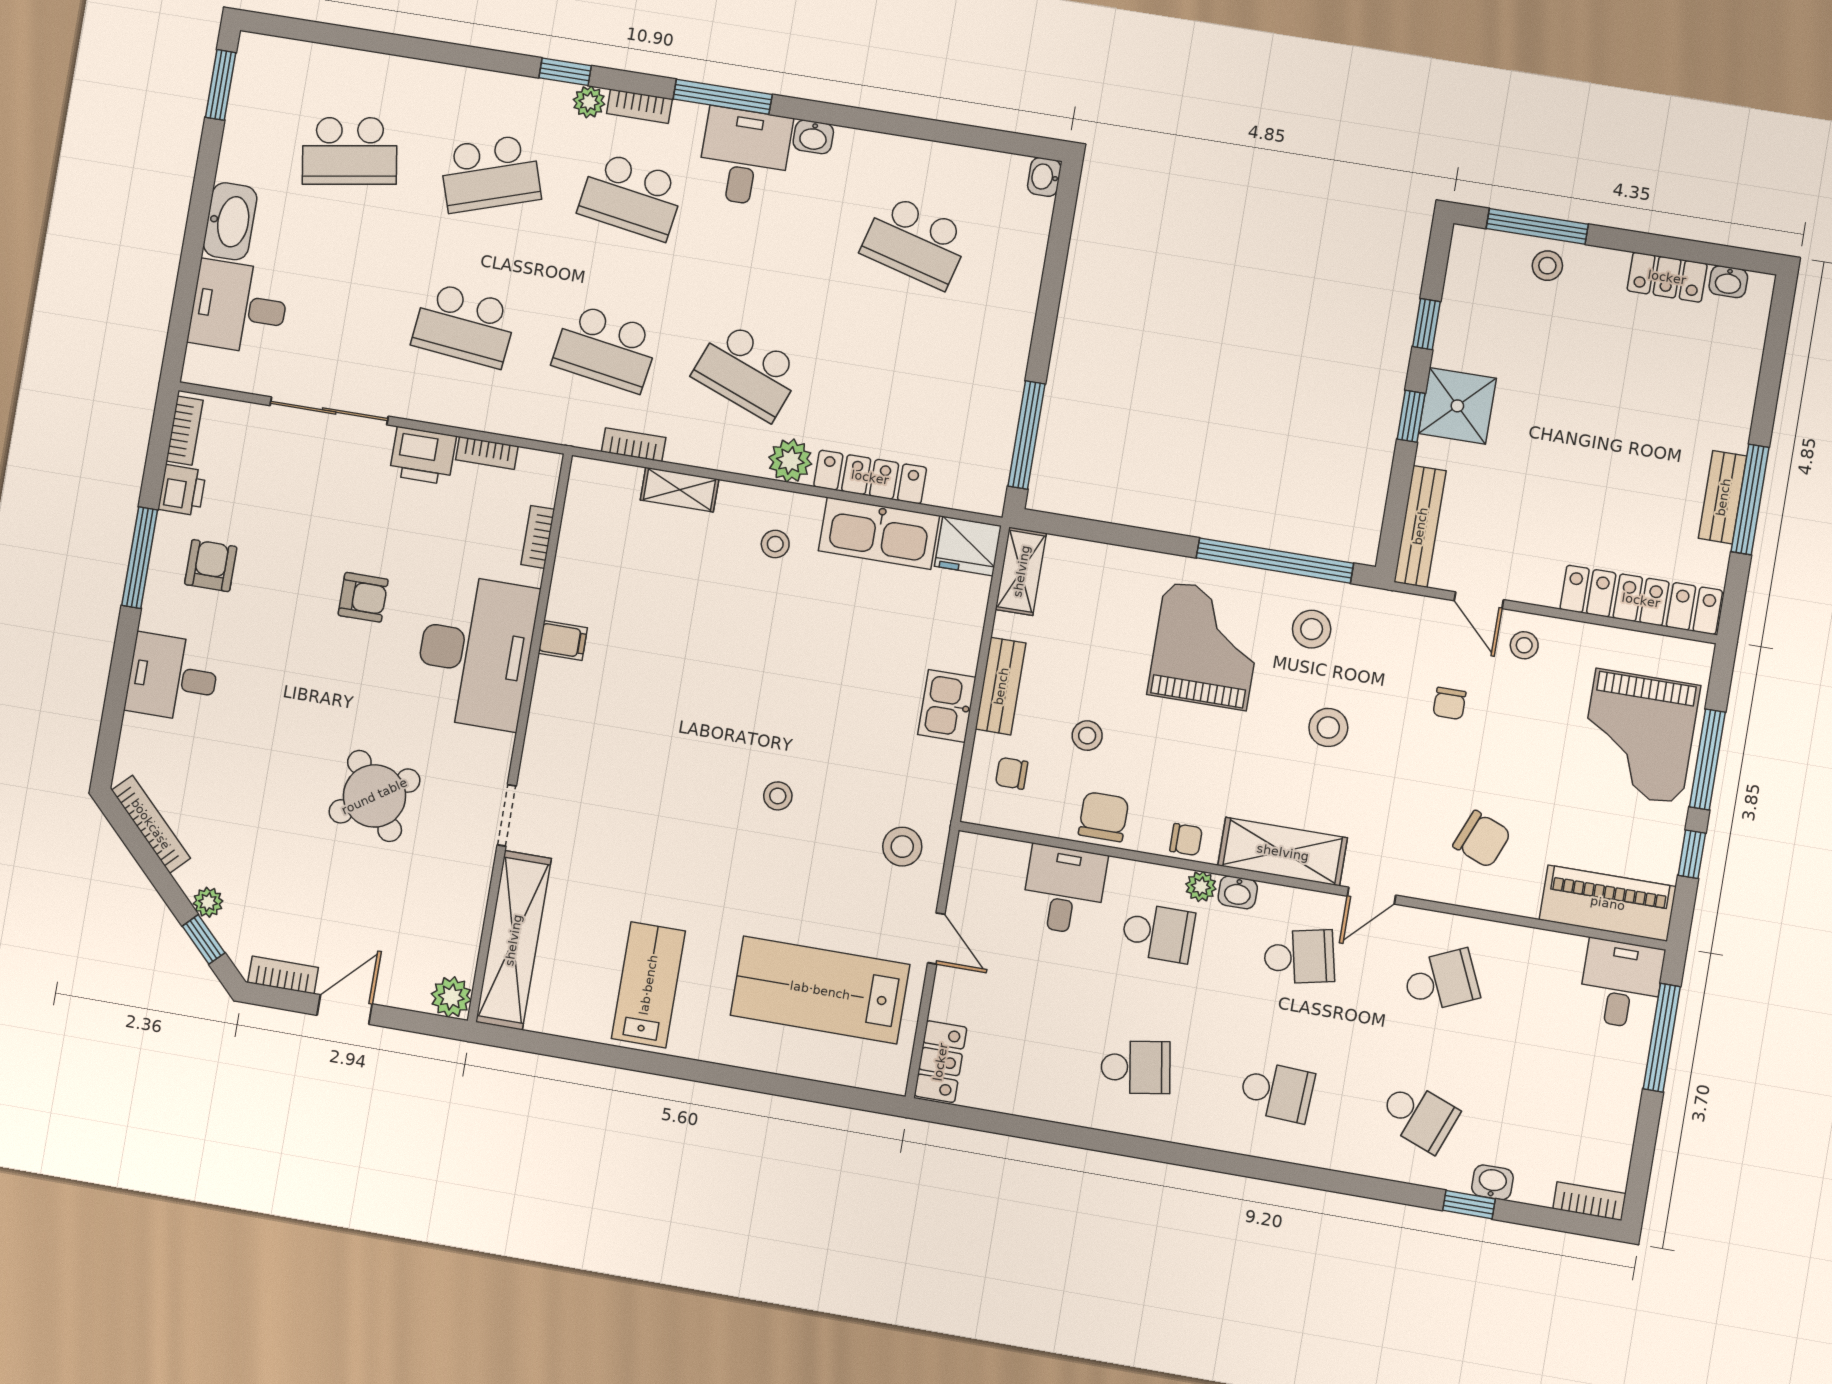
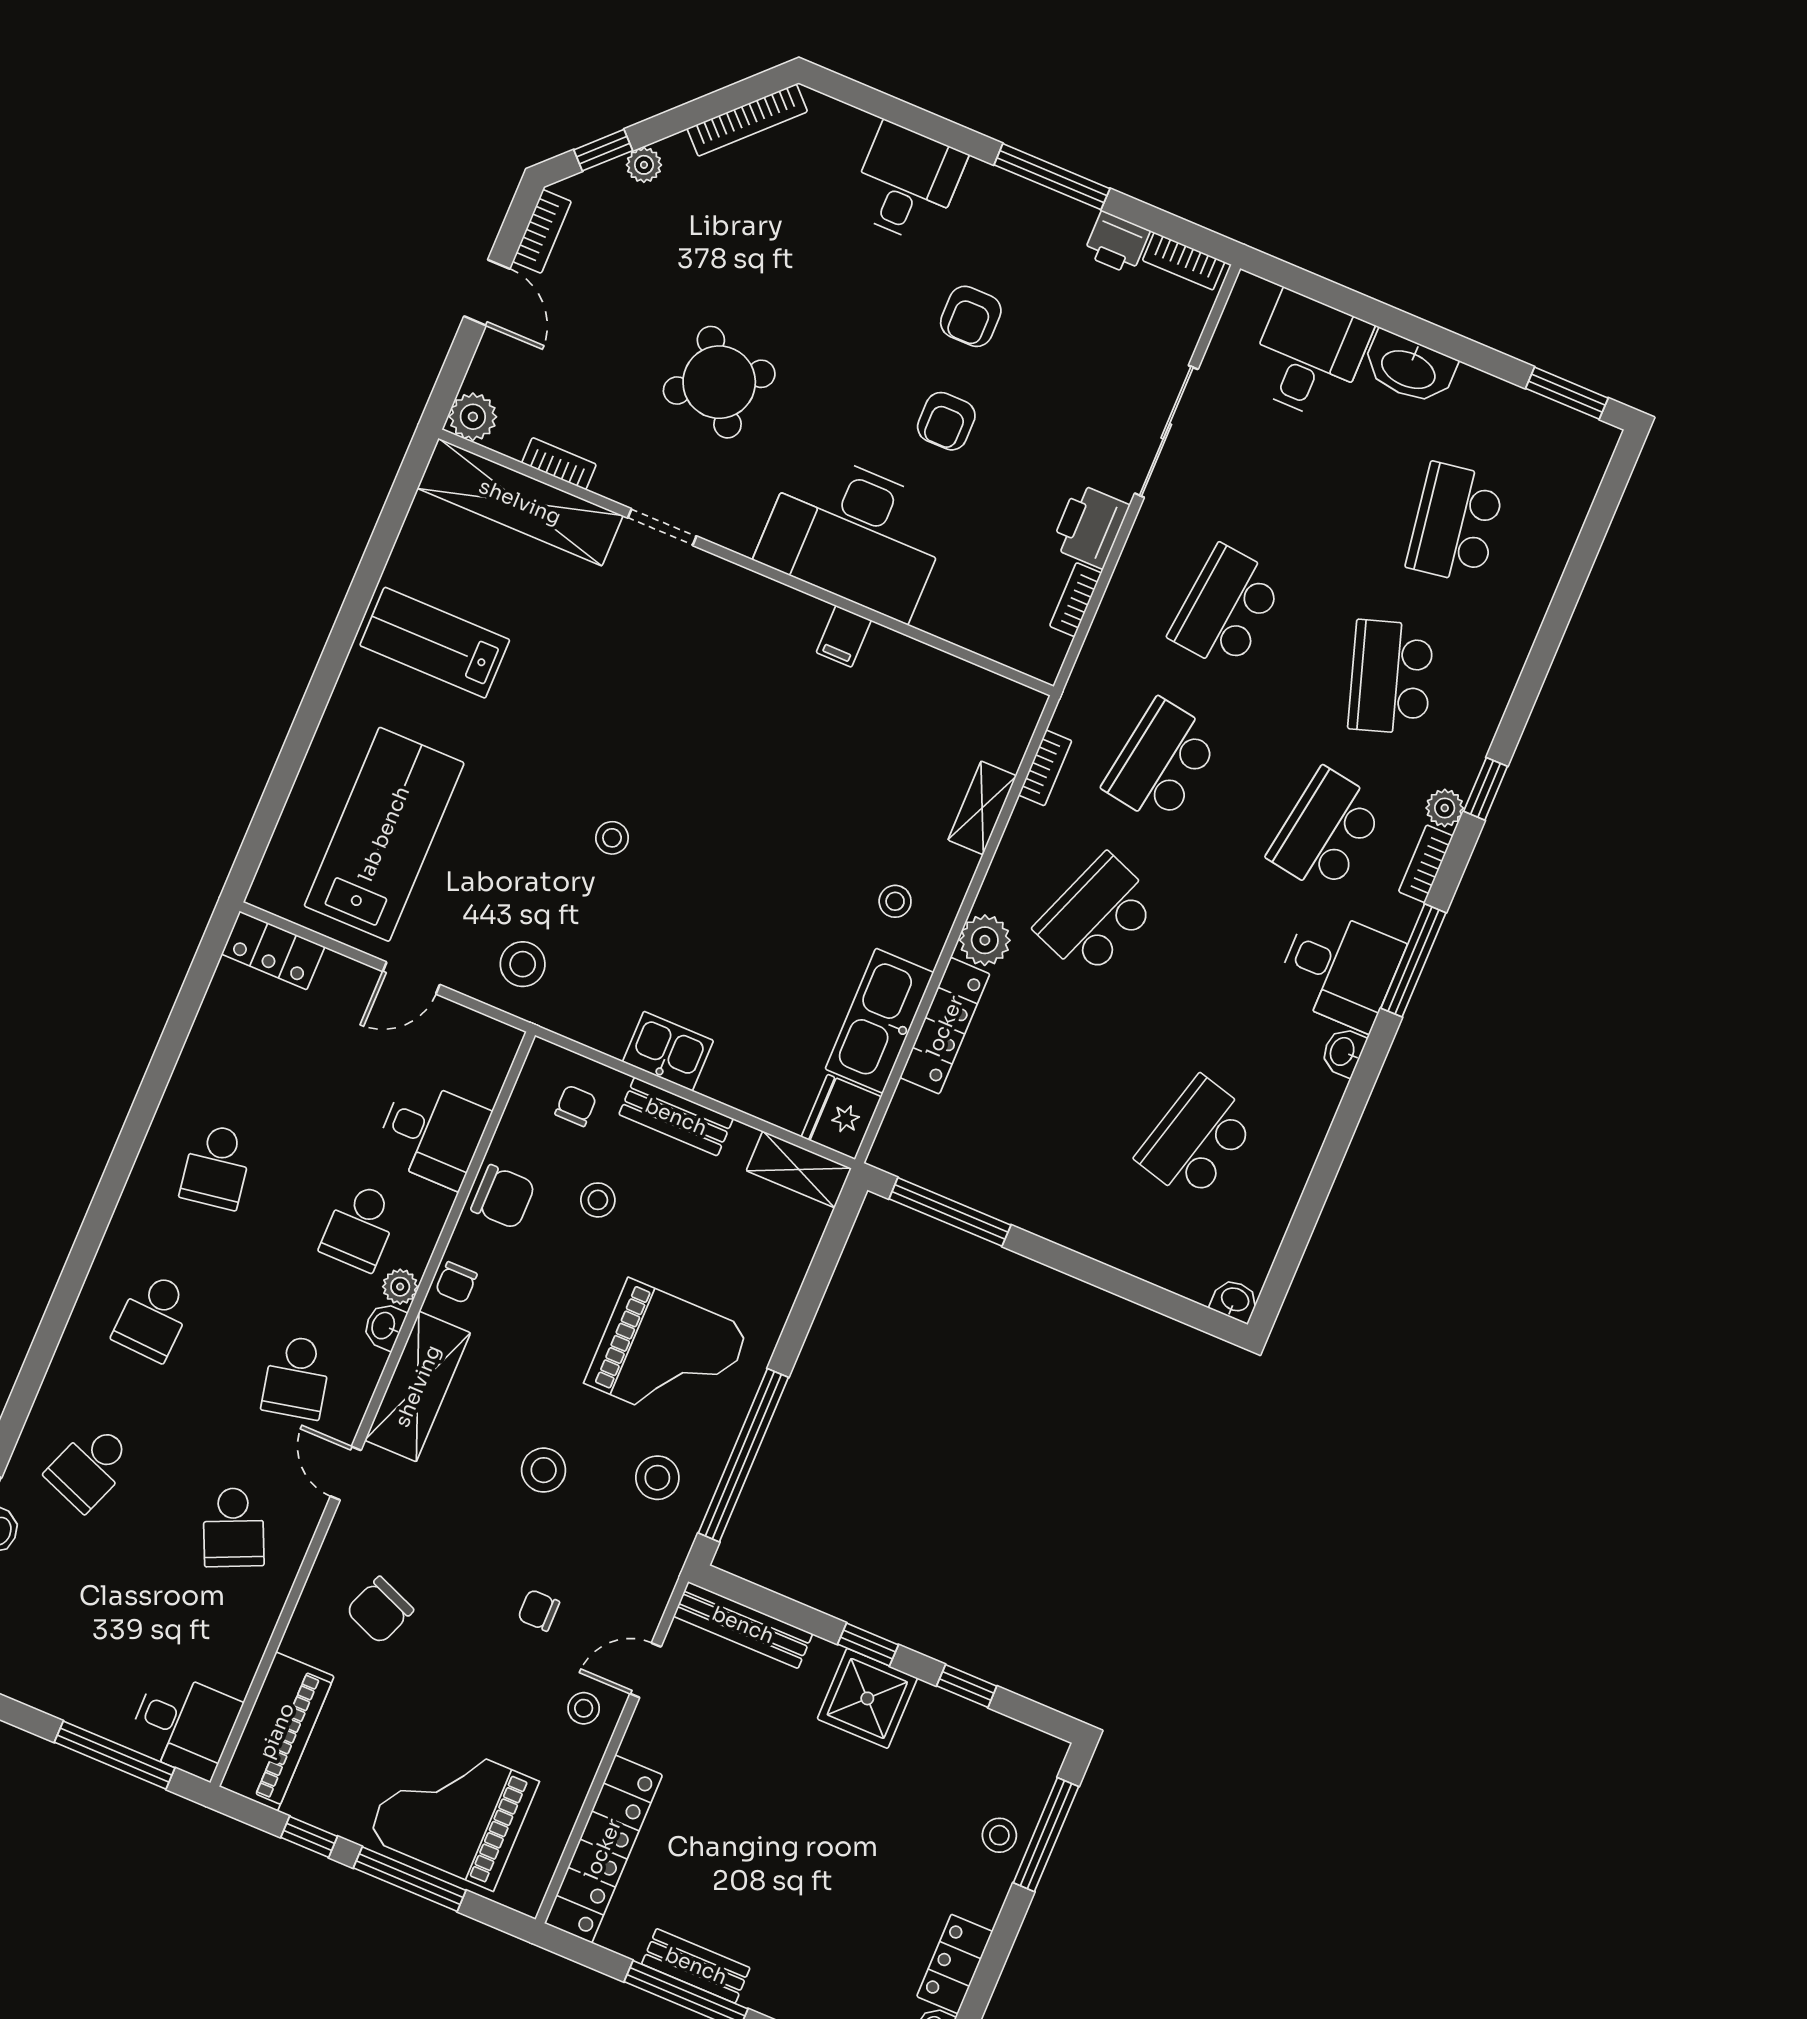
bookcase: (538, 537) -> (559, 464), moved
armchair: (211, 566) -> (971, 316), moved, turned 90
lab bench: (648, 985) -> (435, 643), turned 180

